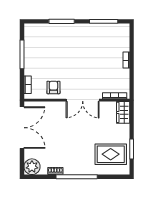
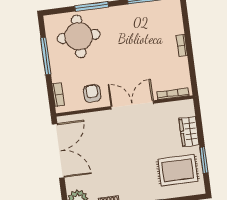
round table: (49, 43) -> (79, 36), added
double door: (83, 100) -> (132, 105), swing flipped
wardrobe: (123, 112) -> (189, 132), moved

